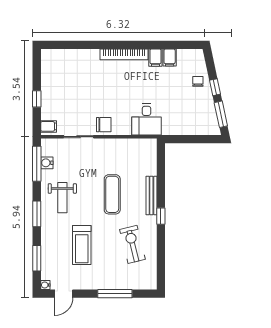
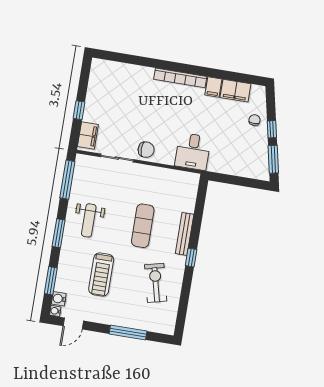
filing cabinet: (170, 58) -> (235, 91), width x2.00
filing cabinet: (49, 126) -> (88, 135), width x2.00
water cooler: (47, 163) -> (59, 299), moved

